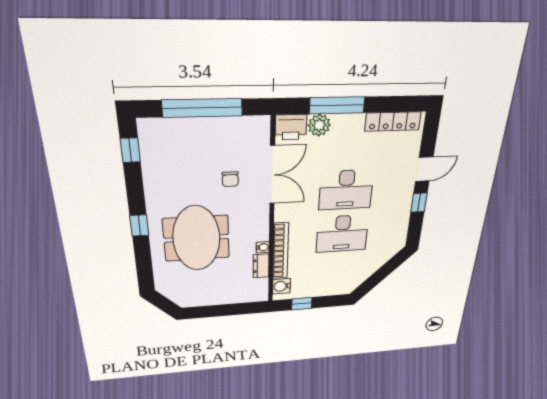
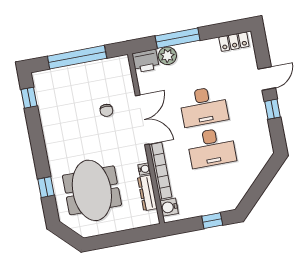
locker: (393, 121) -> (234, 42), width x0.66
double door: (272, 175) -> (142, 120), moved
window: (139, 226) -> (46, 187), moved
meeting table: (196, 238) -> (92, 190), moved
dresser: (261, 266) -> (147, 193), width x1.44
window: (302, 304) -> (212, 221), moved

